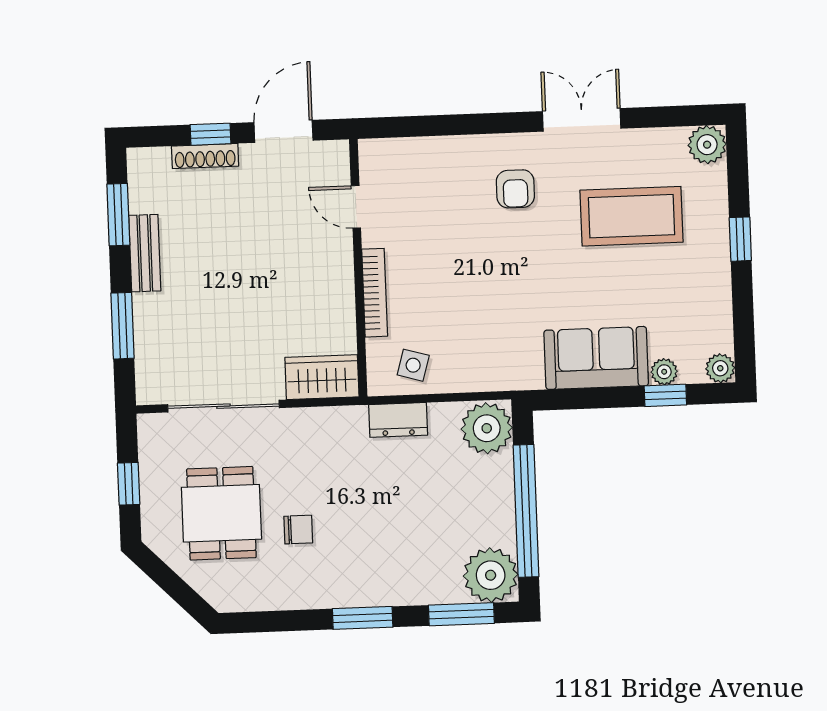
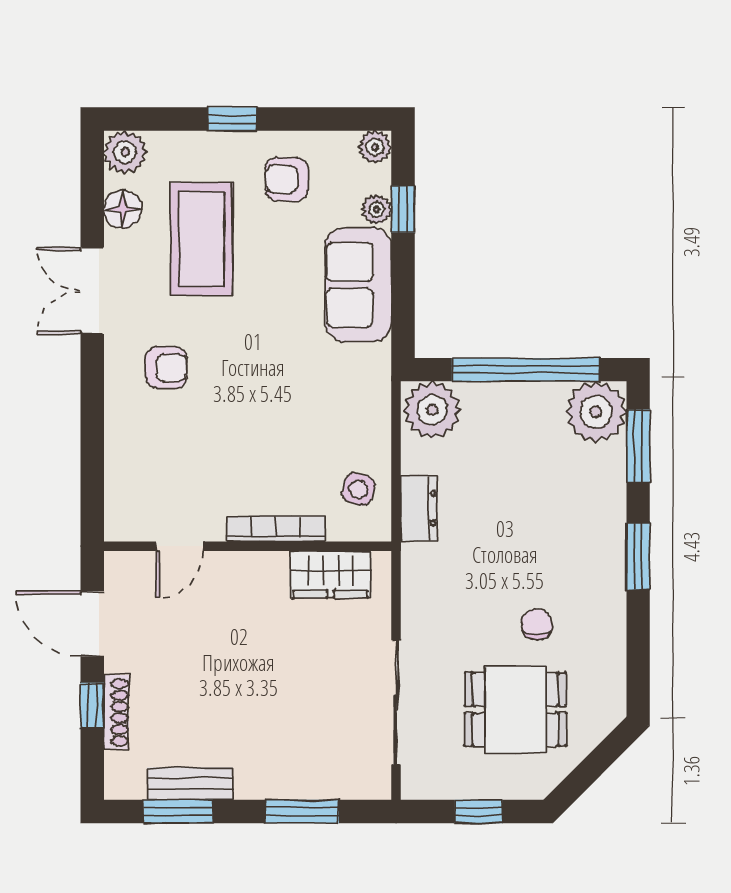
floor lamp: (656, 144) -> (123, 209), added
bench: (145, 253) -> (190, 784), moved
armchair: (688, 291) -> (287, 179), added
wardrobe: (322, 377) -> (330, 574), moved, turned -90

